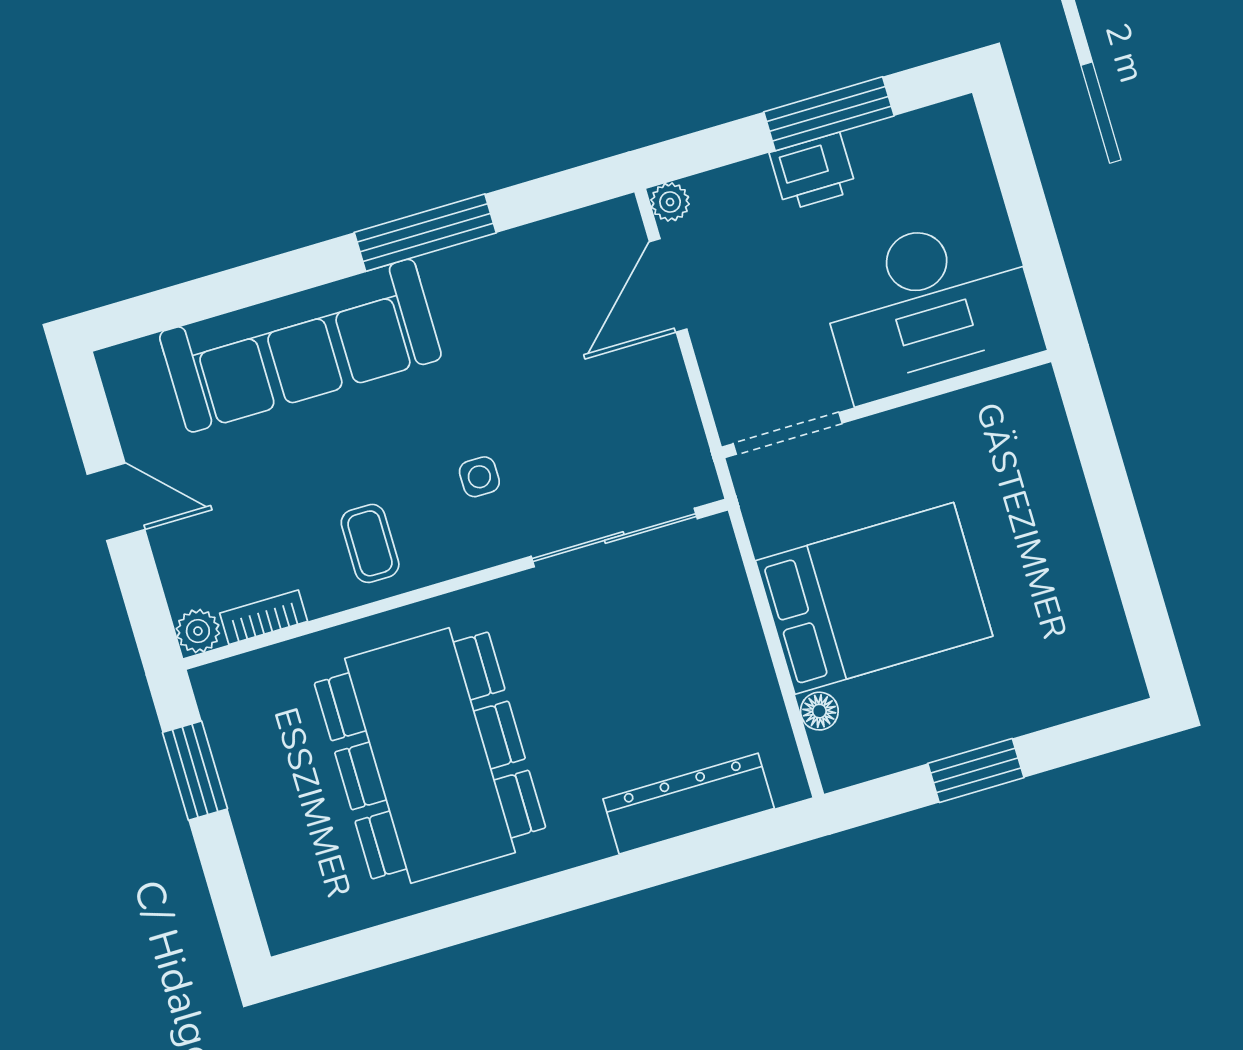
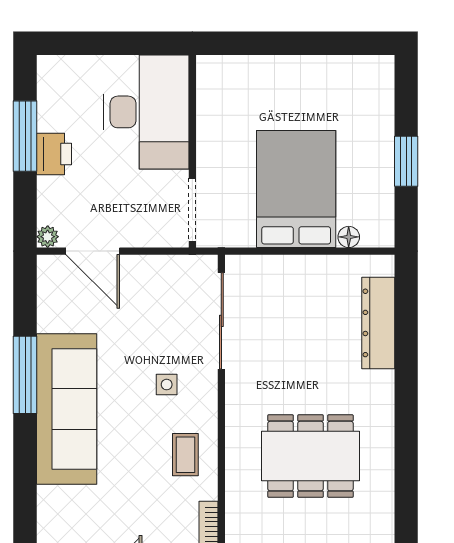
sofa: (300, 346) -> (67, 409), moved
coffee table: (370, 543) -> (185, 455), turned 90
dining table: (430, 755) -> (310, 456), width x0.73, depth x0.80

